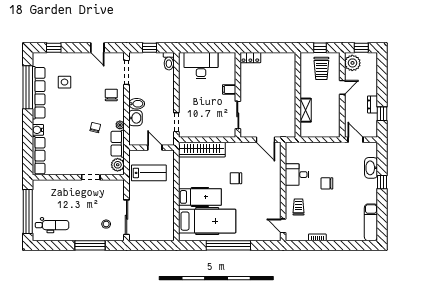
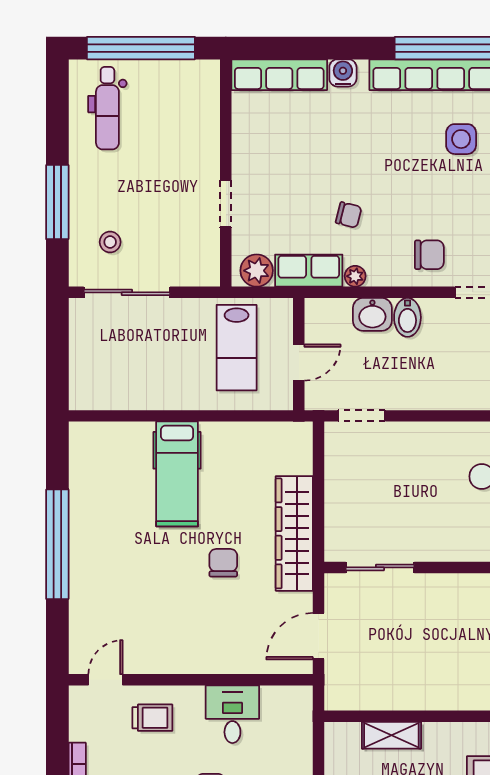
filing cabinet: (229, 89) -> (443, 546), removed
wardrobe: (202, 150) -> (294, 533), moved
hospital bed: (207, 221) -> (117, 492), removed

